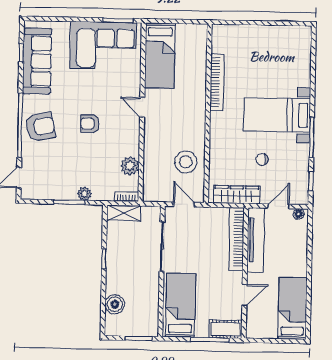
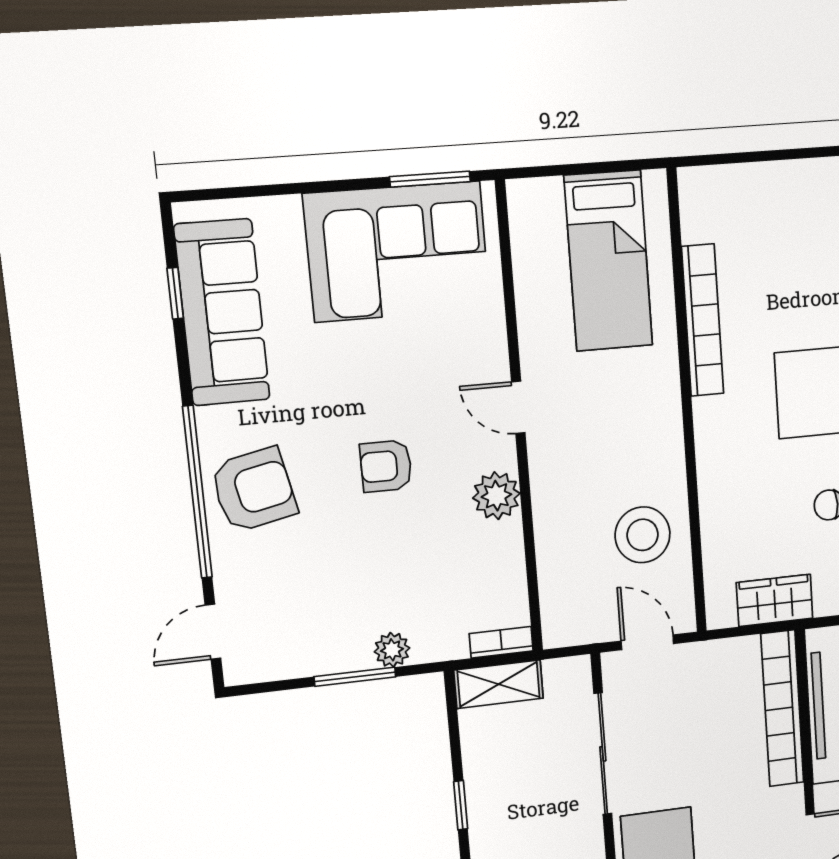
bed: (160, 56) -> (609, 261), moved
plant: (130, 166) -> (496, 496), moved
wardrobe: (237, 195) -> (775, 600), width x0.67

